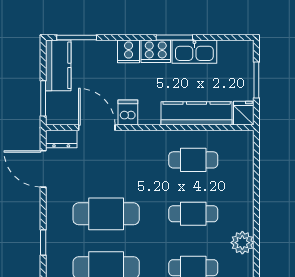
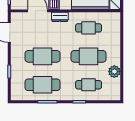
dresser: (61, 139) -> (60, 17), moved
cafe table: (193, 214) -> (89, 56), width x1.37, depth x1.35

